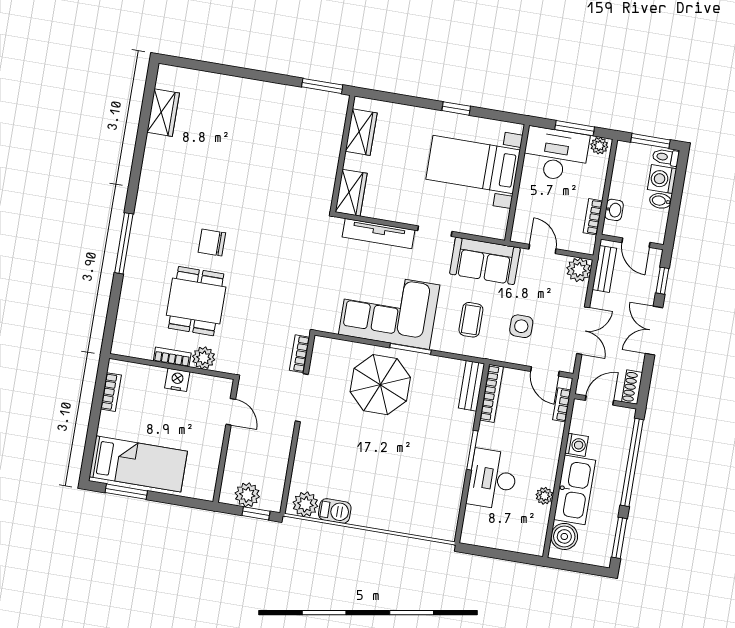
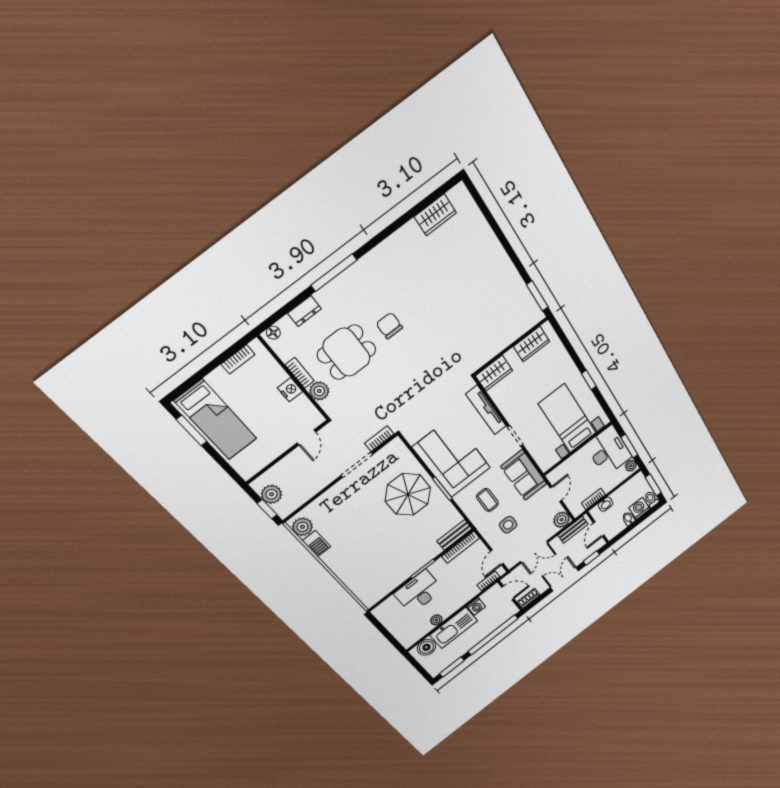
dresser: (129, 299) -> (305, 311), added
coffee table: (471, 320) -> (487, 500), turned 90
floor lamp: (119, 342) -> (273, 333), added

